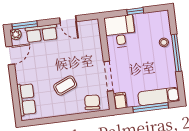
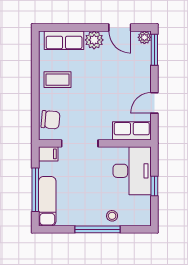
desk: (120, 31) -> (132, 171), width x1.37
row of seats: (42, 33) -> (132, 131), moved, turned 90
plant: (23, 75) -> (94, 40), added
coffee table: (65, 86) -> (57, 80), moved, turned -67

